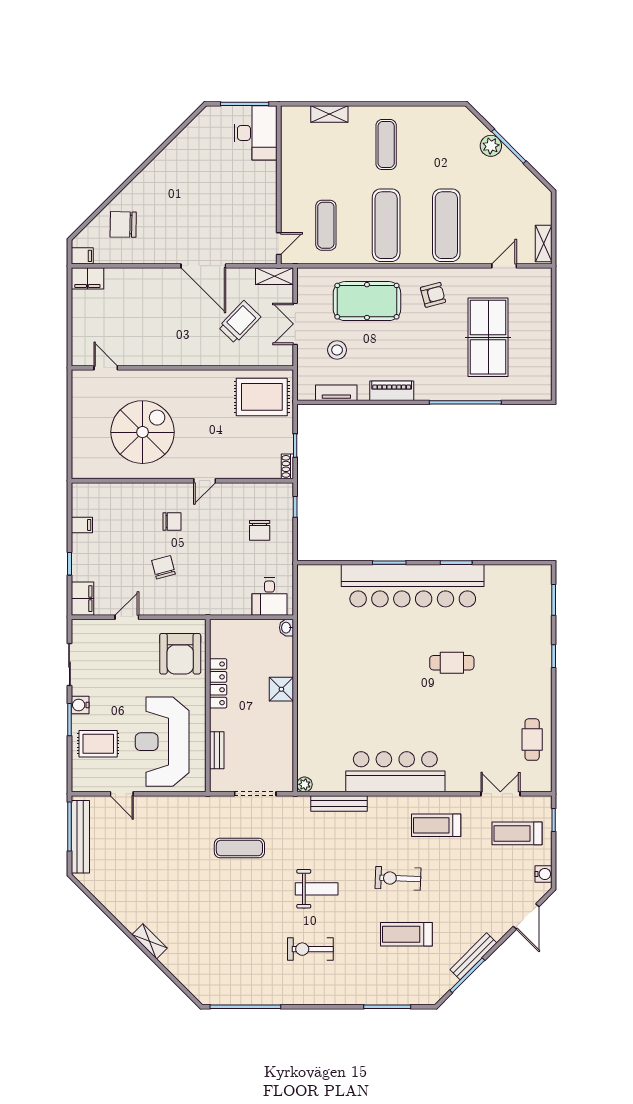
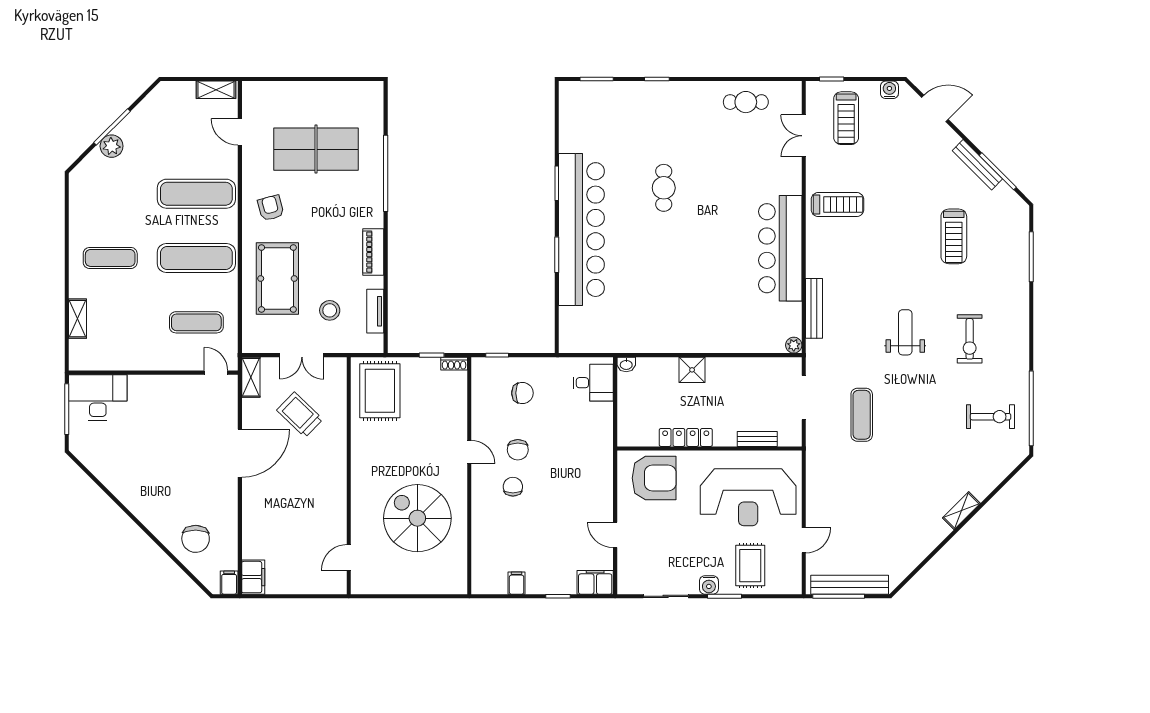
chair: (163, 567) -> (518, 450), moved, turned -75
treadmill: (436, 825) -> (837, 205), turned -90
exercise bike: (398, 878) -> (990, 417), moved, turned -92

